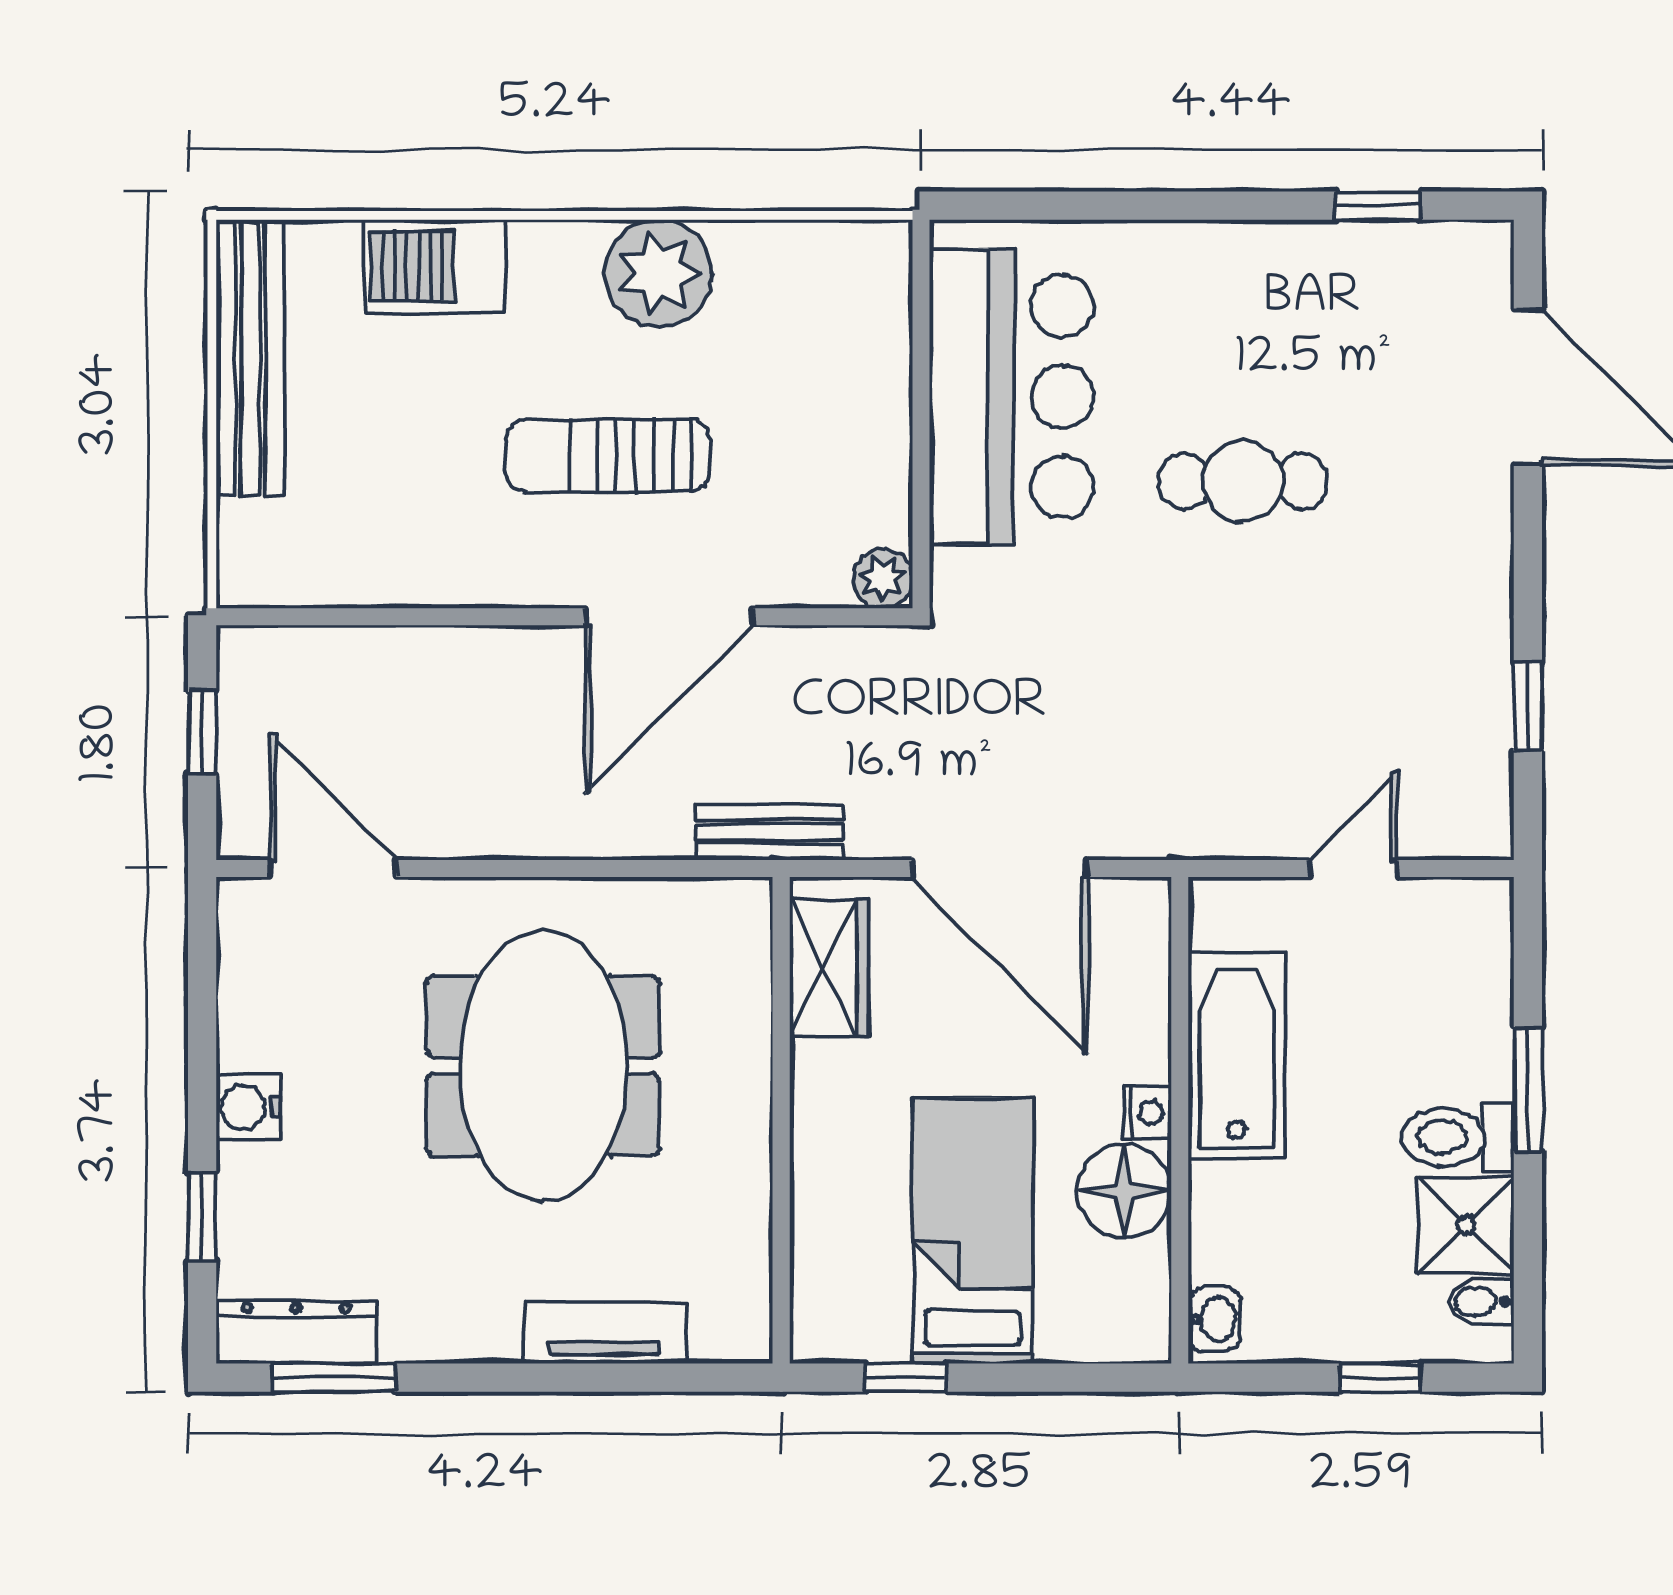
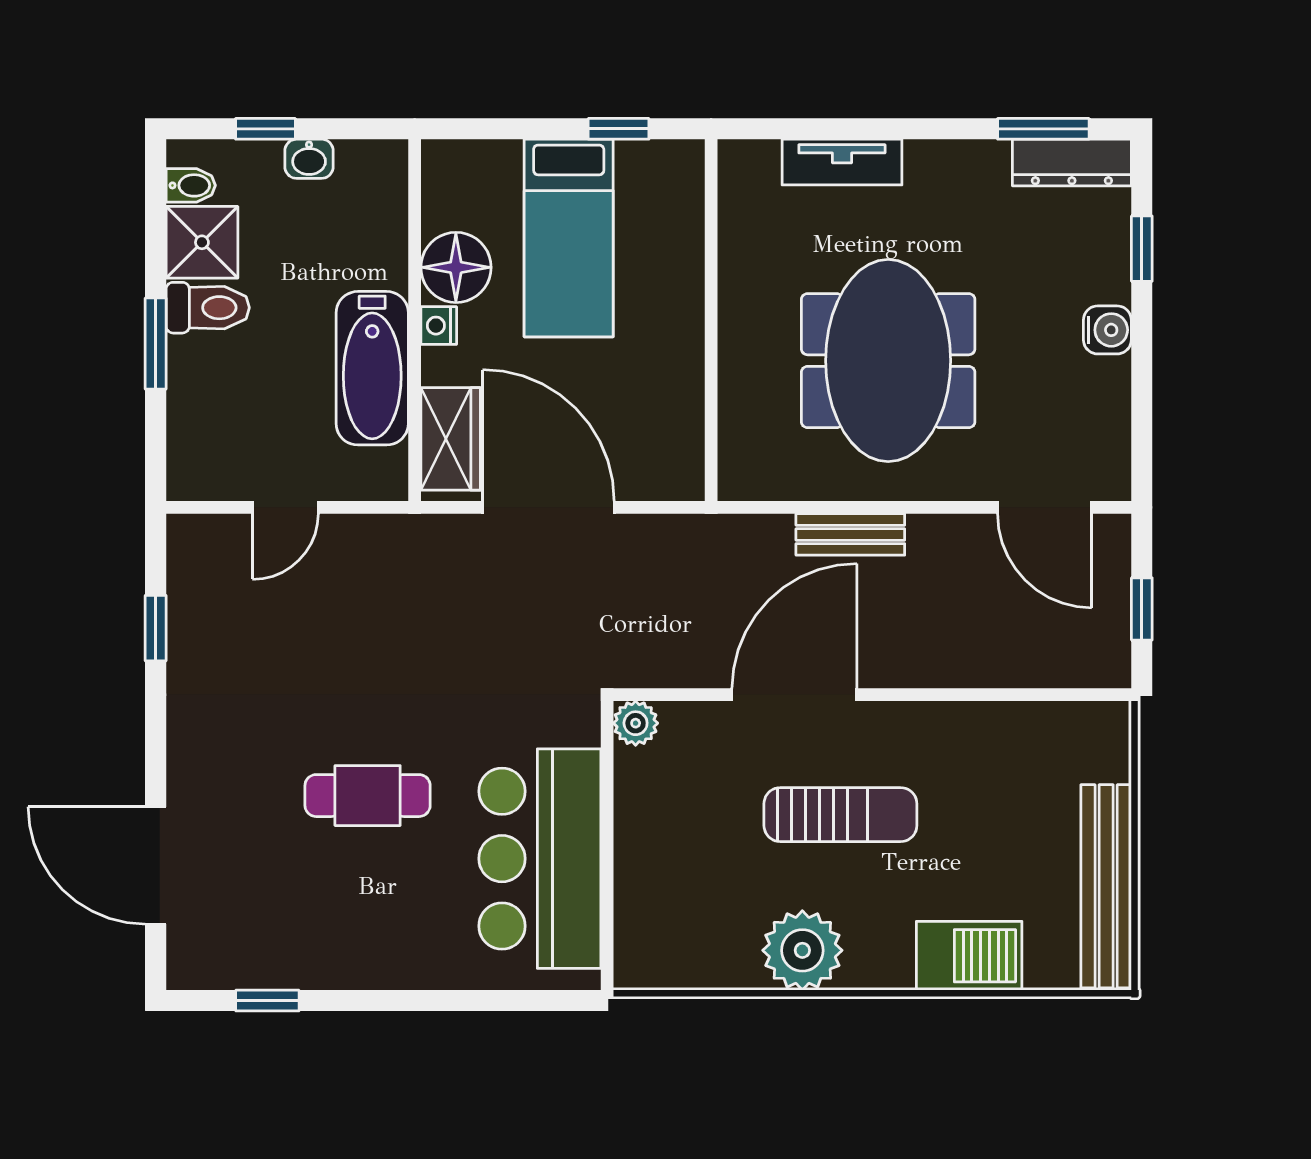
bench: (770, 832) -> (850, 534), moved
wardrobe: (829, 967) -> (451, 439), moved, turned 180
washbasin: (1214, 1319) -> (309, 159), moved, turned -90

